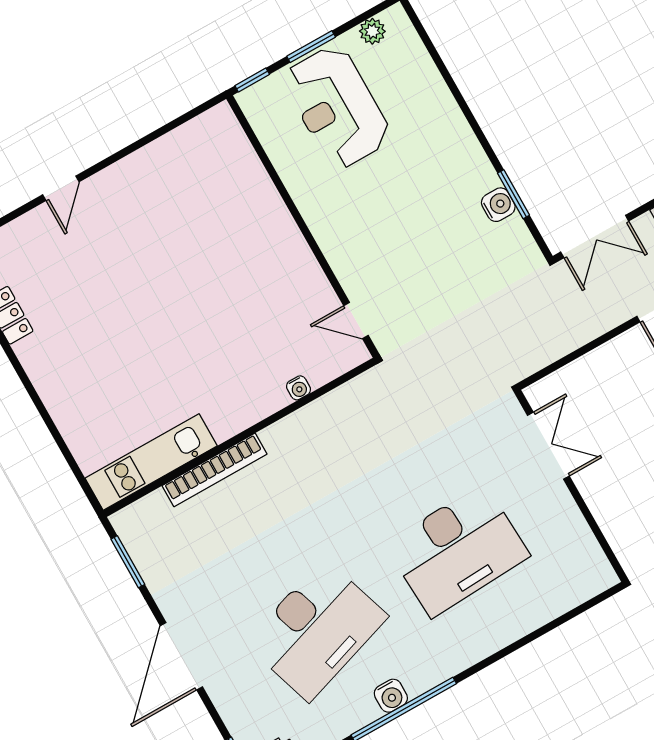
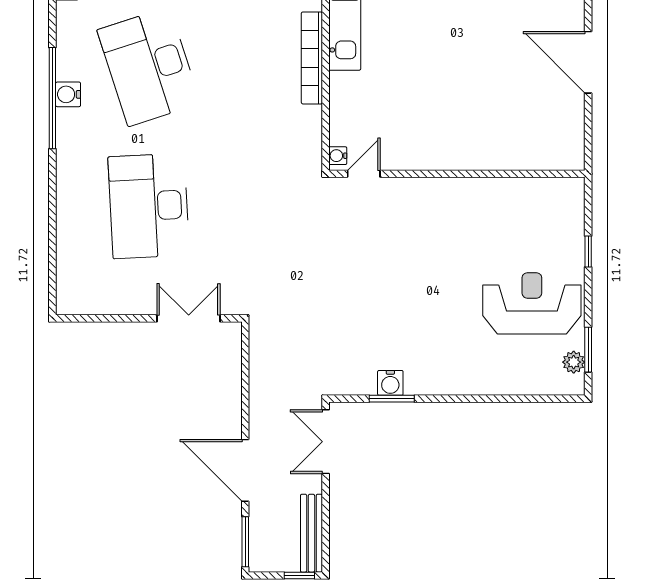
window: (311, 47) -> (588, 350), moved
door: (61, 188) -> (588, 62), width x1.87
wall: (303, 226) -> (457, 174), moved
door: (356, 321) -> (364, 174), moved
double door: (548, 446) -> (189, 318), swing flipped

